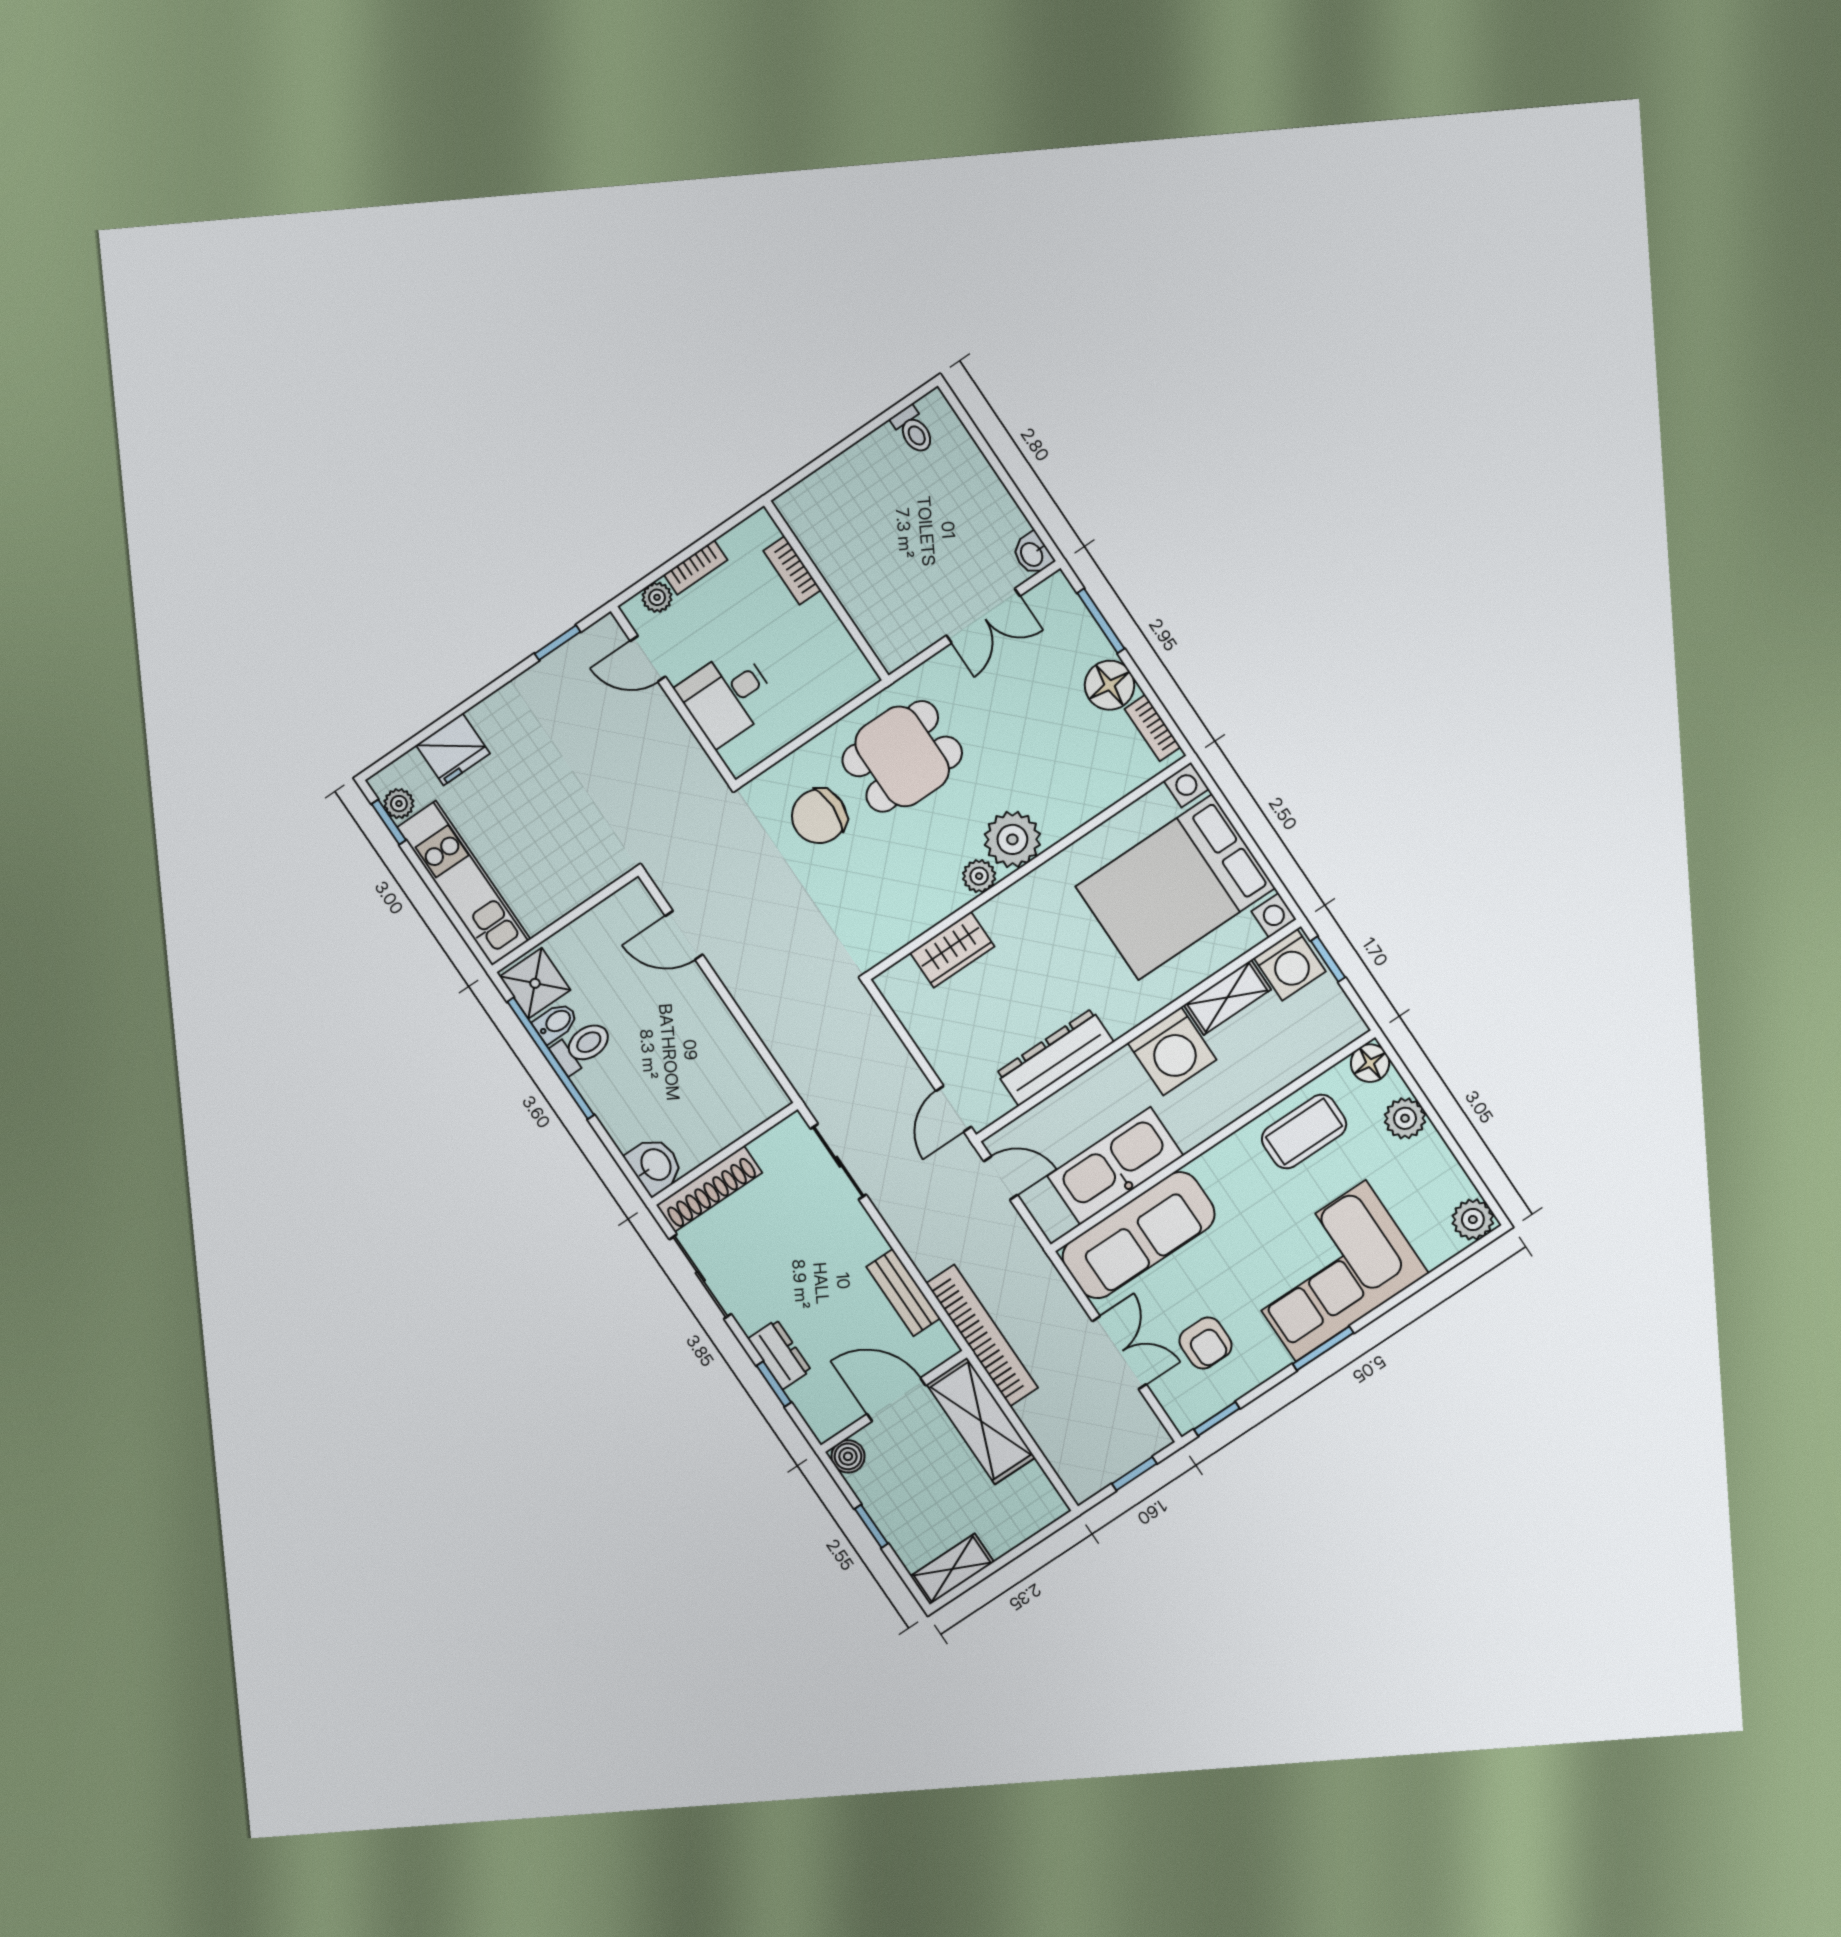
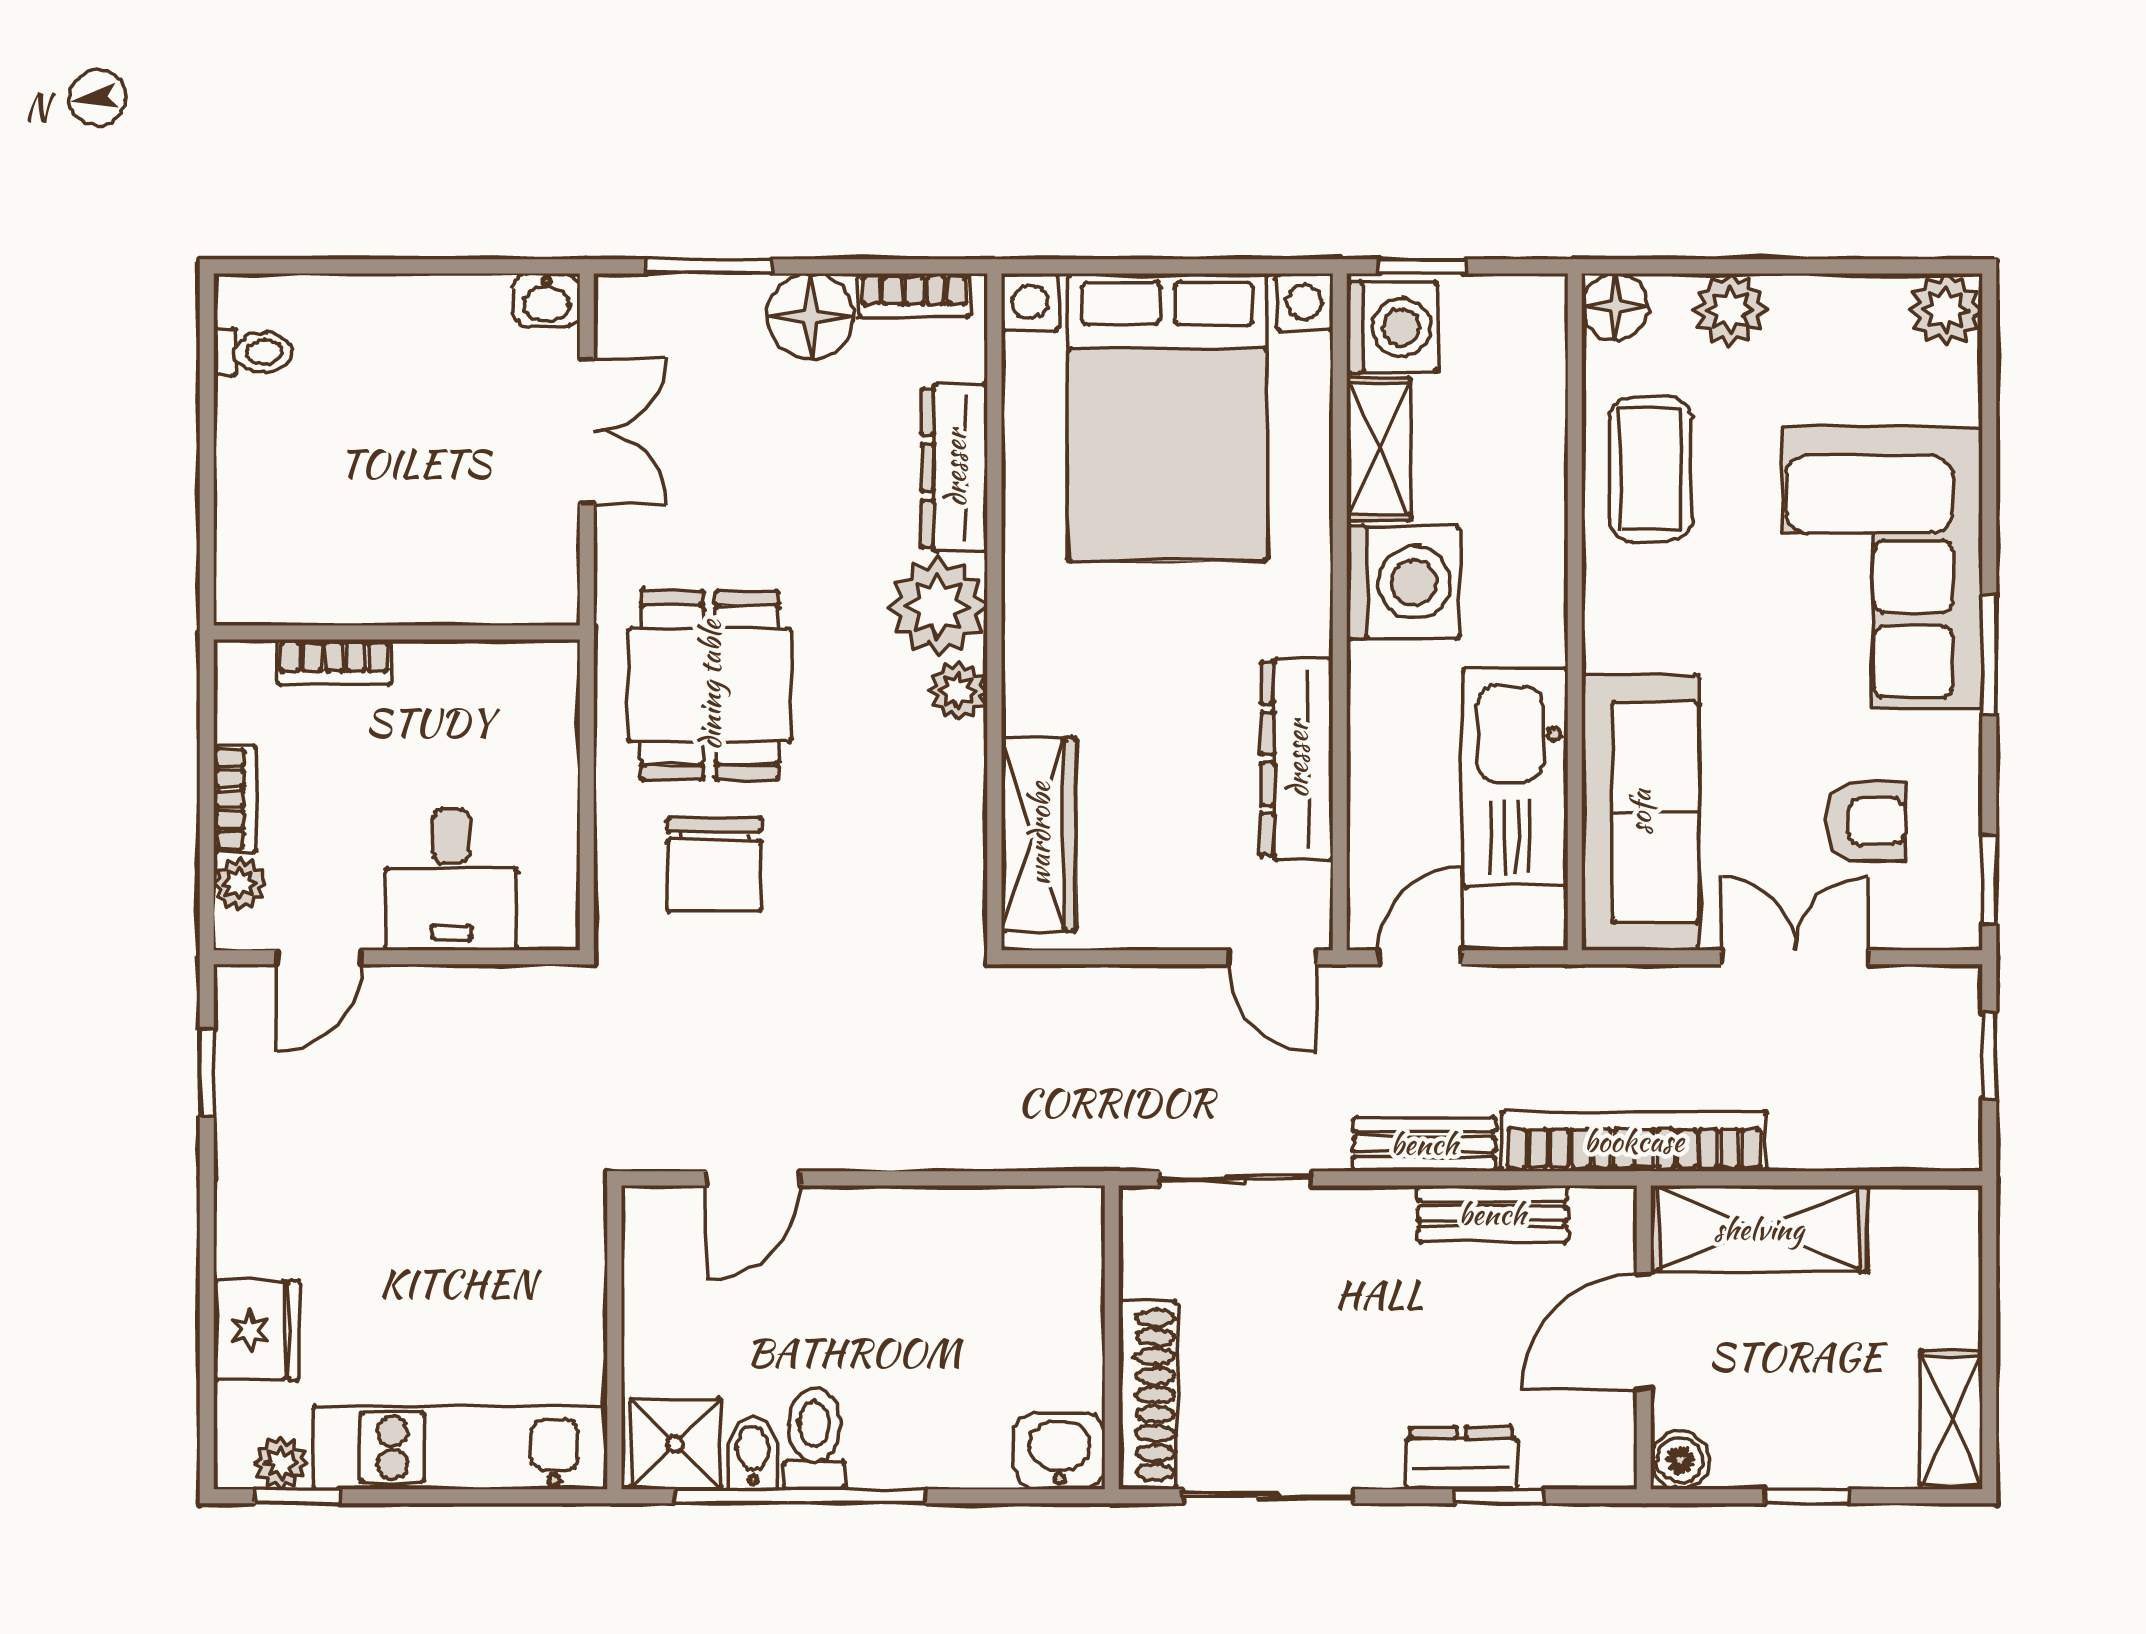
dresser: (1084, 803) -> (955, 468), added
wardrobe: (952, 950) -> (1039, 834), width x1.50
bench: (914, 1239) -> (1424, 1144), added

